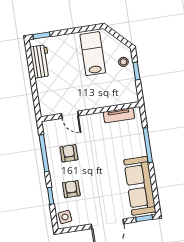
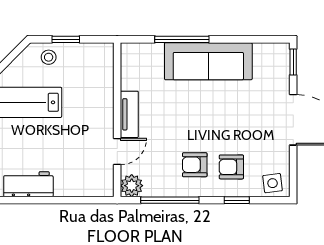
tv unit: (119, 115) -> (129, 114), moved
plant: (50, 127) -> (132, 186), added
armchair: (69, 153) -> (195, 165), moved
sofa: (140, 186) -> (208, 61), moved

